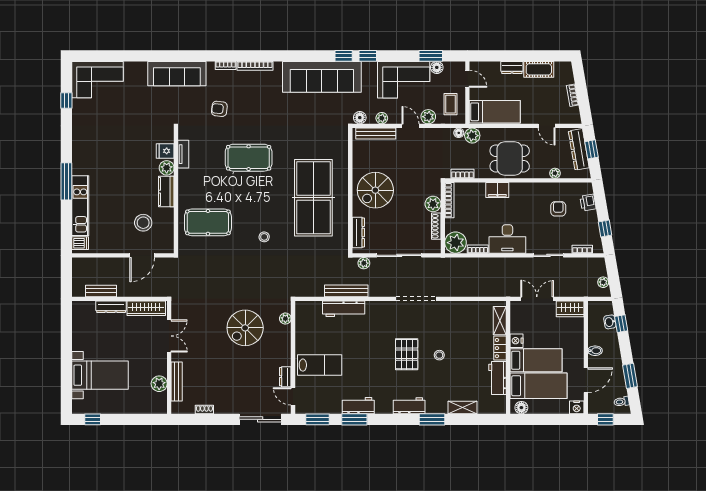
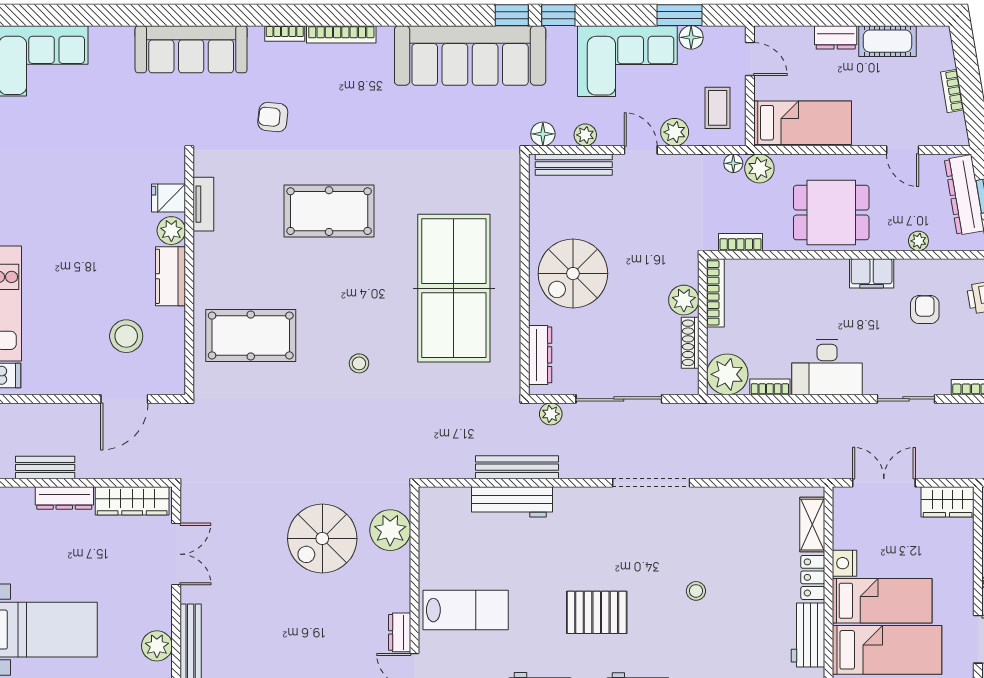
filing cabinet: (497, 190) -> (872, 273), moved
plant: (285, 319) -> (390, 530), width x1.87, depth x1.87
pallet: (407, 354) -> (597, 612), moved, turned 90

